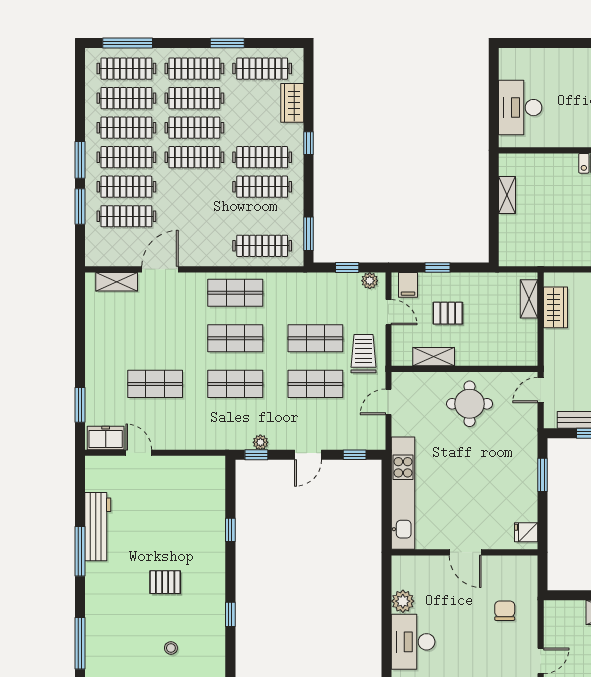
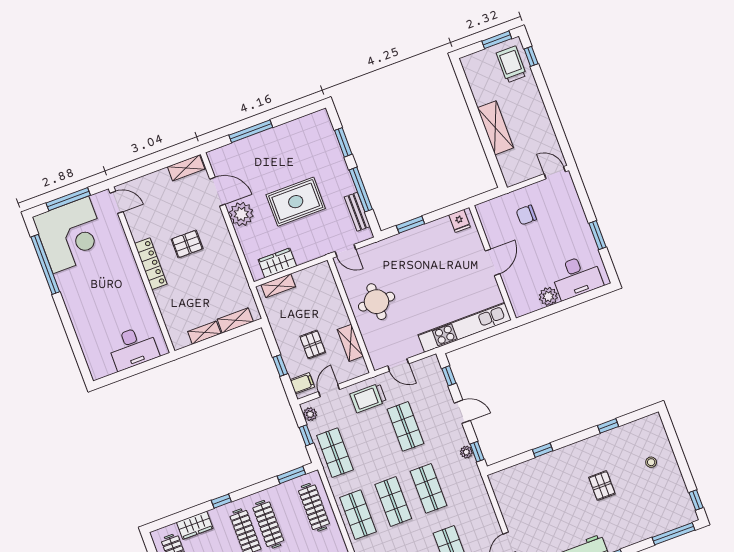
shelving: (508, 235) -> (235, 320), added
shop shelf: (315, 338) -> (335, 453), moved

